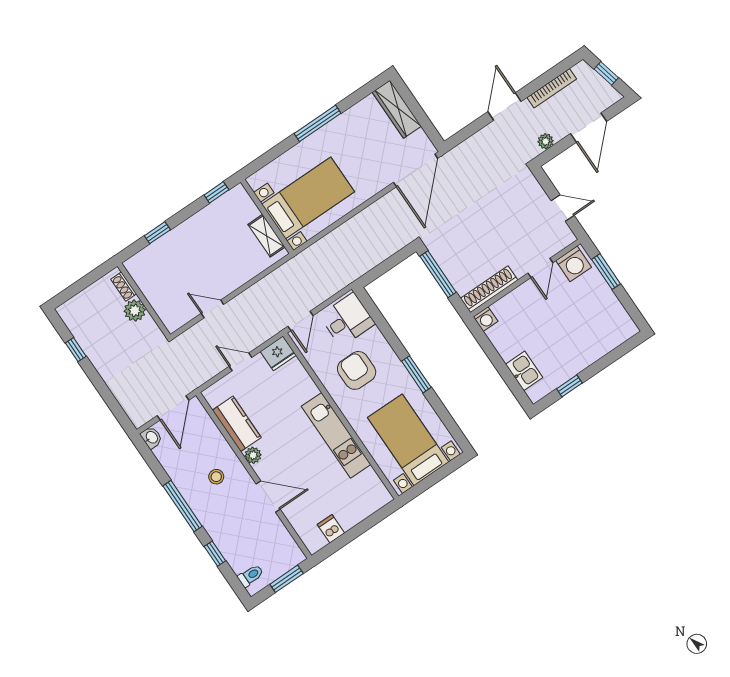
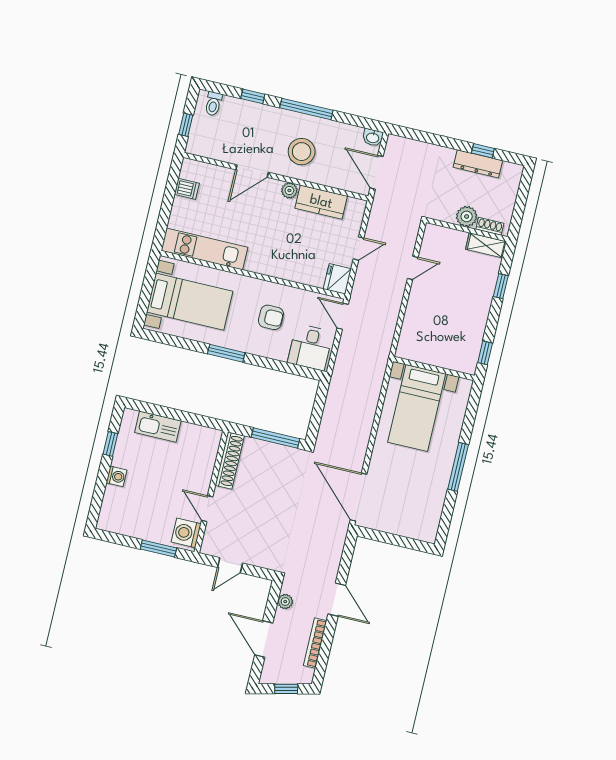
wardrobe: (397, 109) -> (411, 528), removed
shelving: (266, 236) -> (486, 245), moved
washing machine: (486, 319) -> (116, 476), moved, turned 180
dresser: (89, 343) -> (478, 164), added
armchair: (357, 370) -> (271, 317), width x0.72, depth x0.72
kitchen sink: (524, 371) -> (158, 427), width x1.38
kitchen unit: (336, 435) -> (204, 249), moved
stool: (216, 477) -> (302, 152), width x1.89, depth x1.89
window: (287, 579) -> (186, 125), width x0.67

